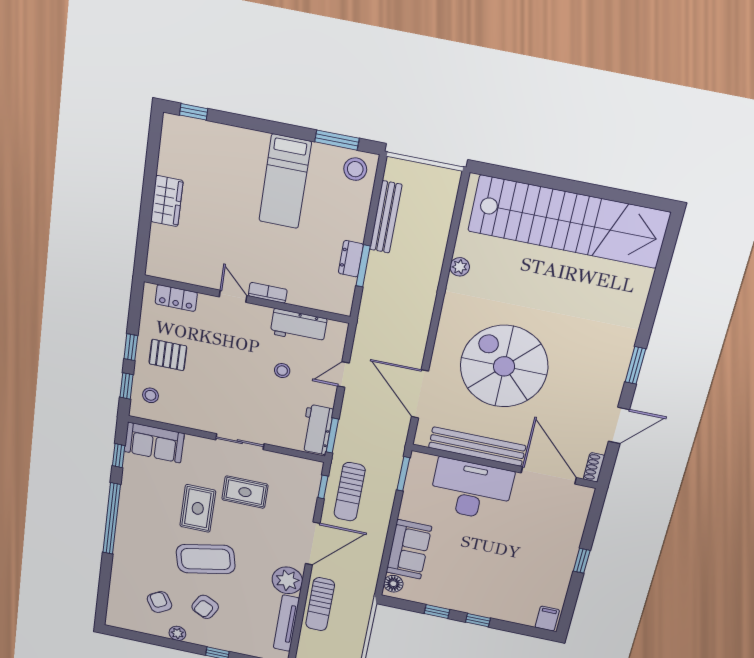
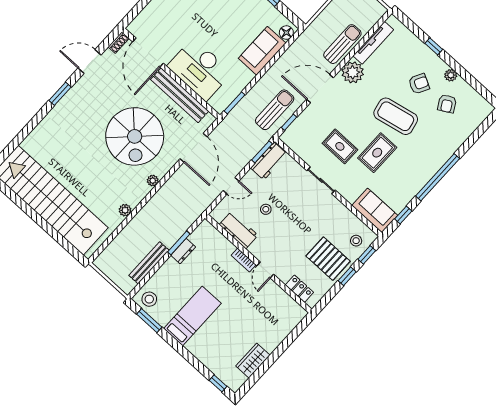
wardrobe: (167, 201) -> (253, 361), moved
plant: (447, 325) -> (153, 181), added
pallet: (168, 355) -> (328, 259), width x1.50, depth x1.42

